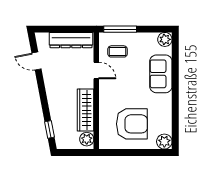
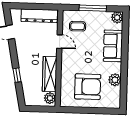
window: (120, 29) -> (93, 8), moved
window: (50, 129) -> (17, 75), moved
plant: (164, 142) -> (115, 80), moved

